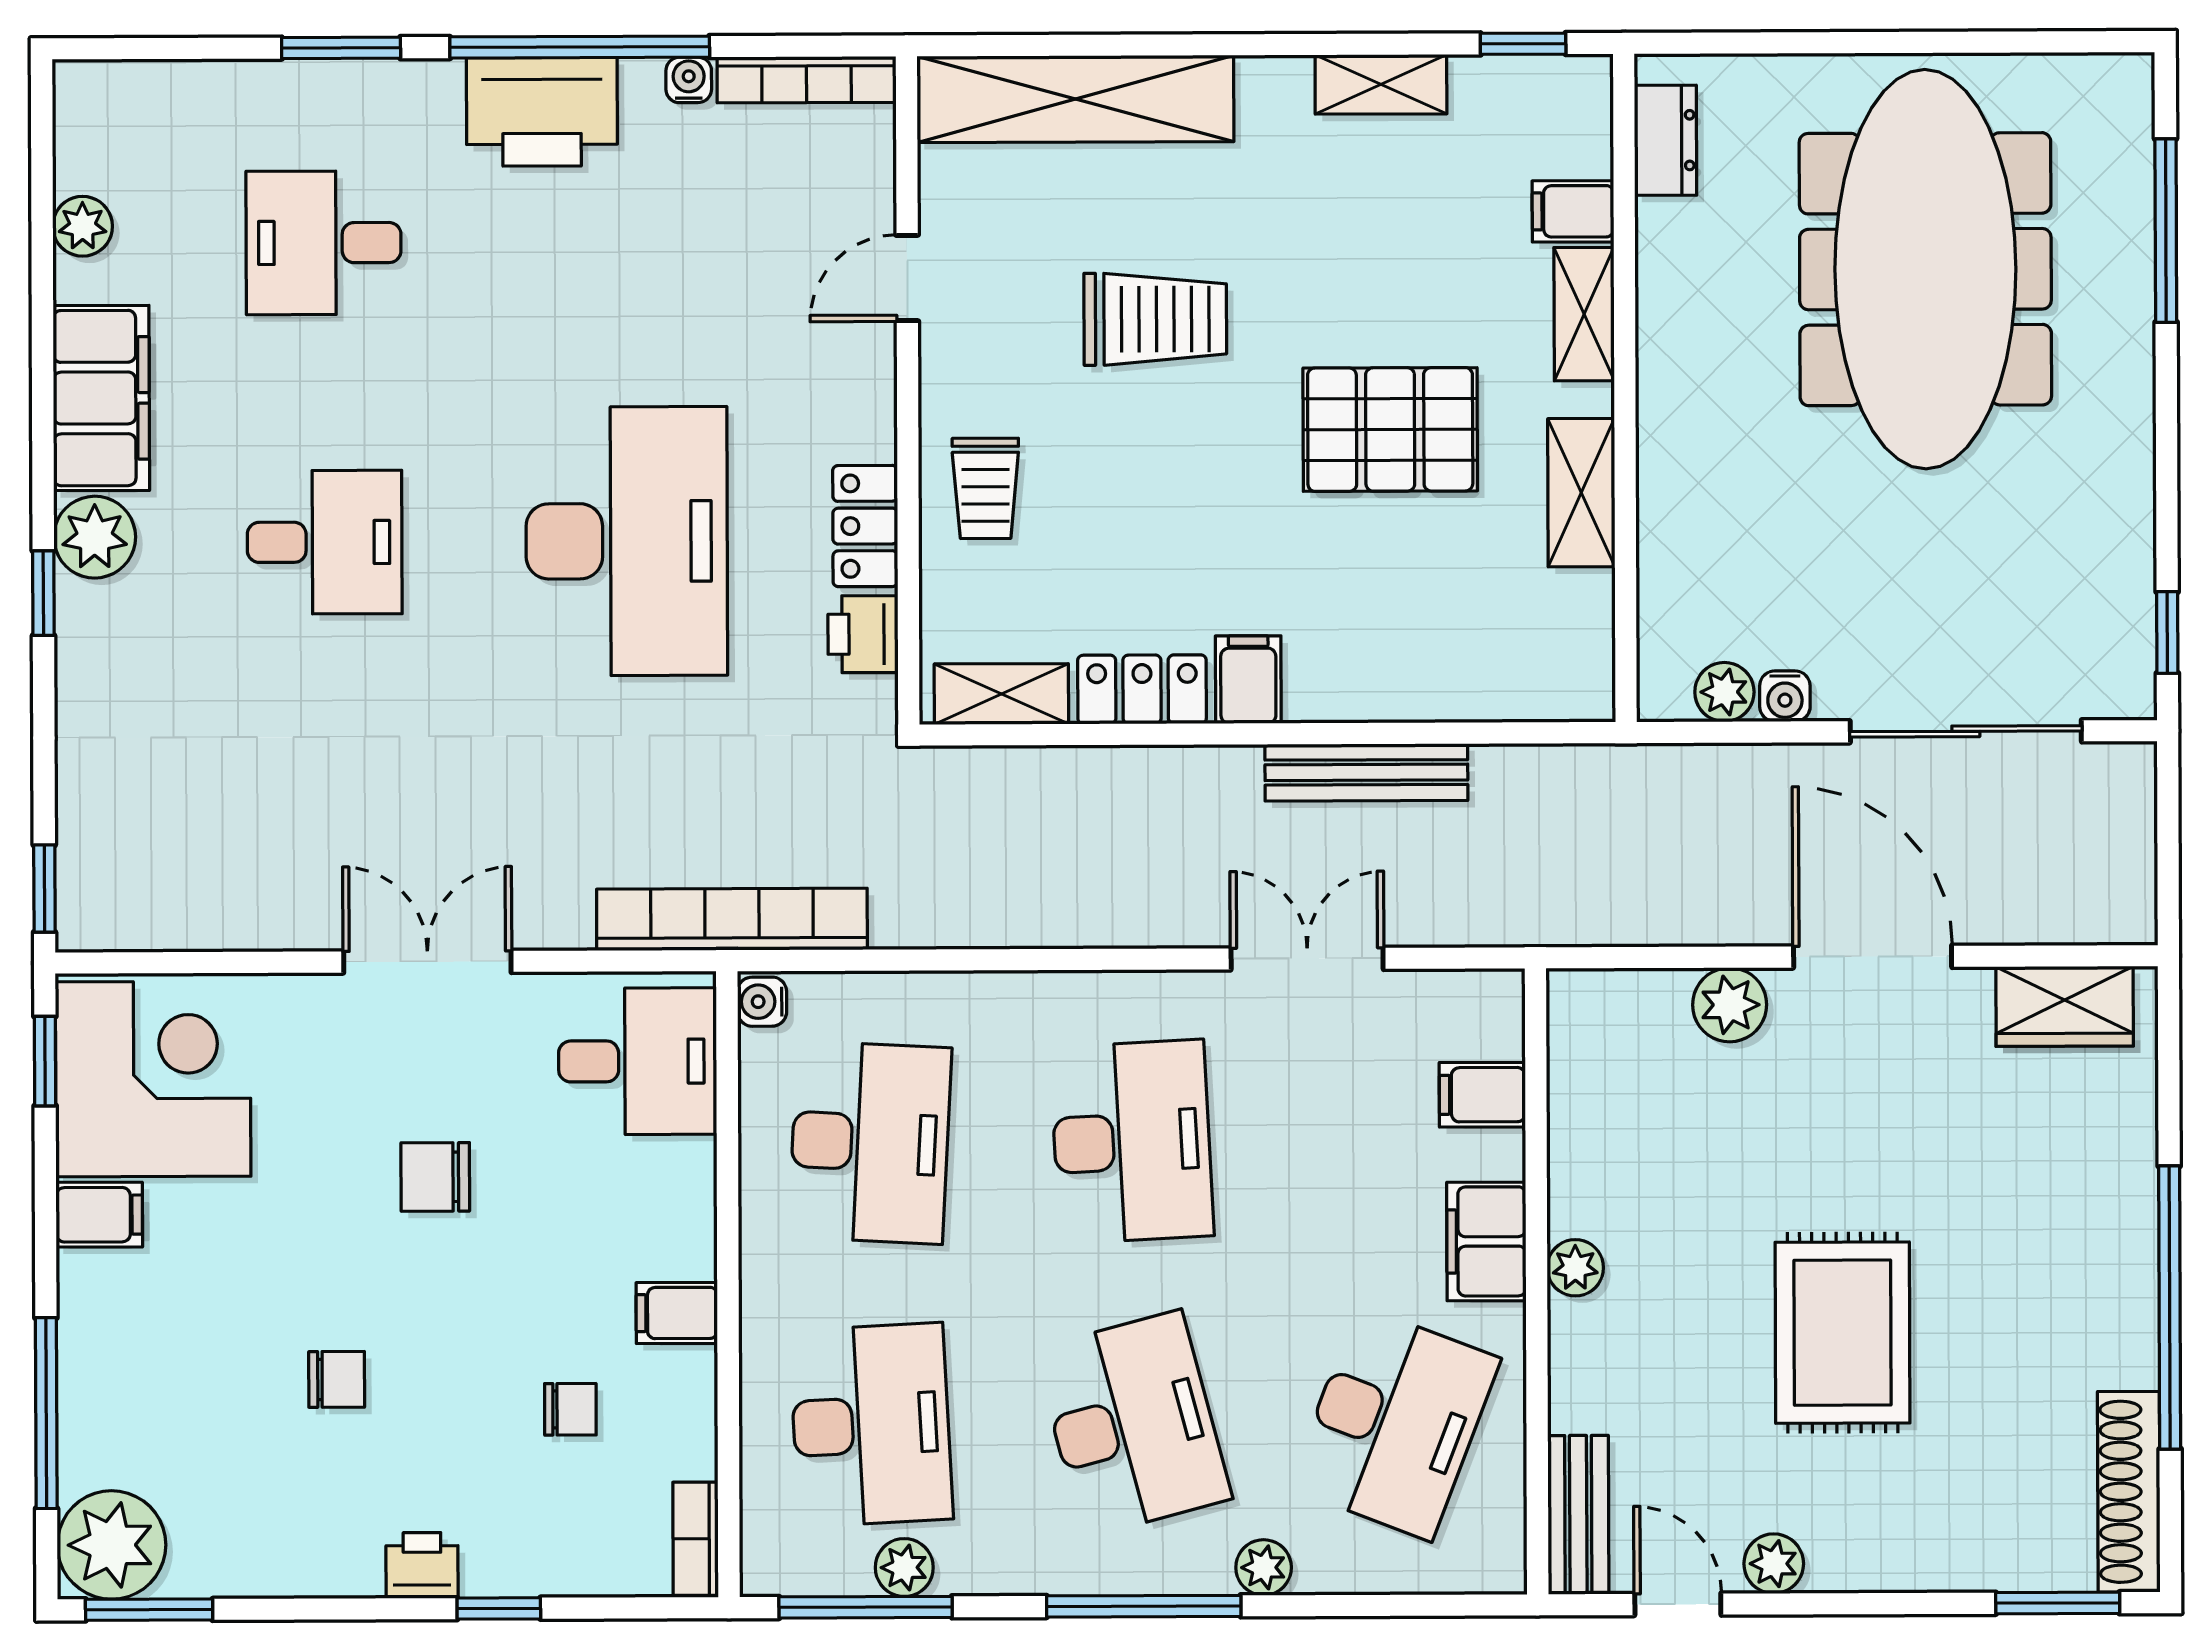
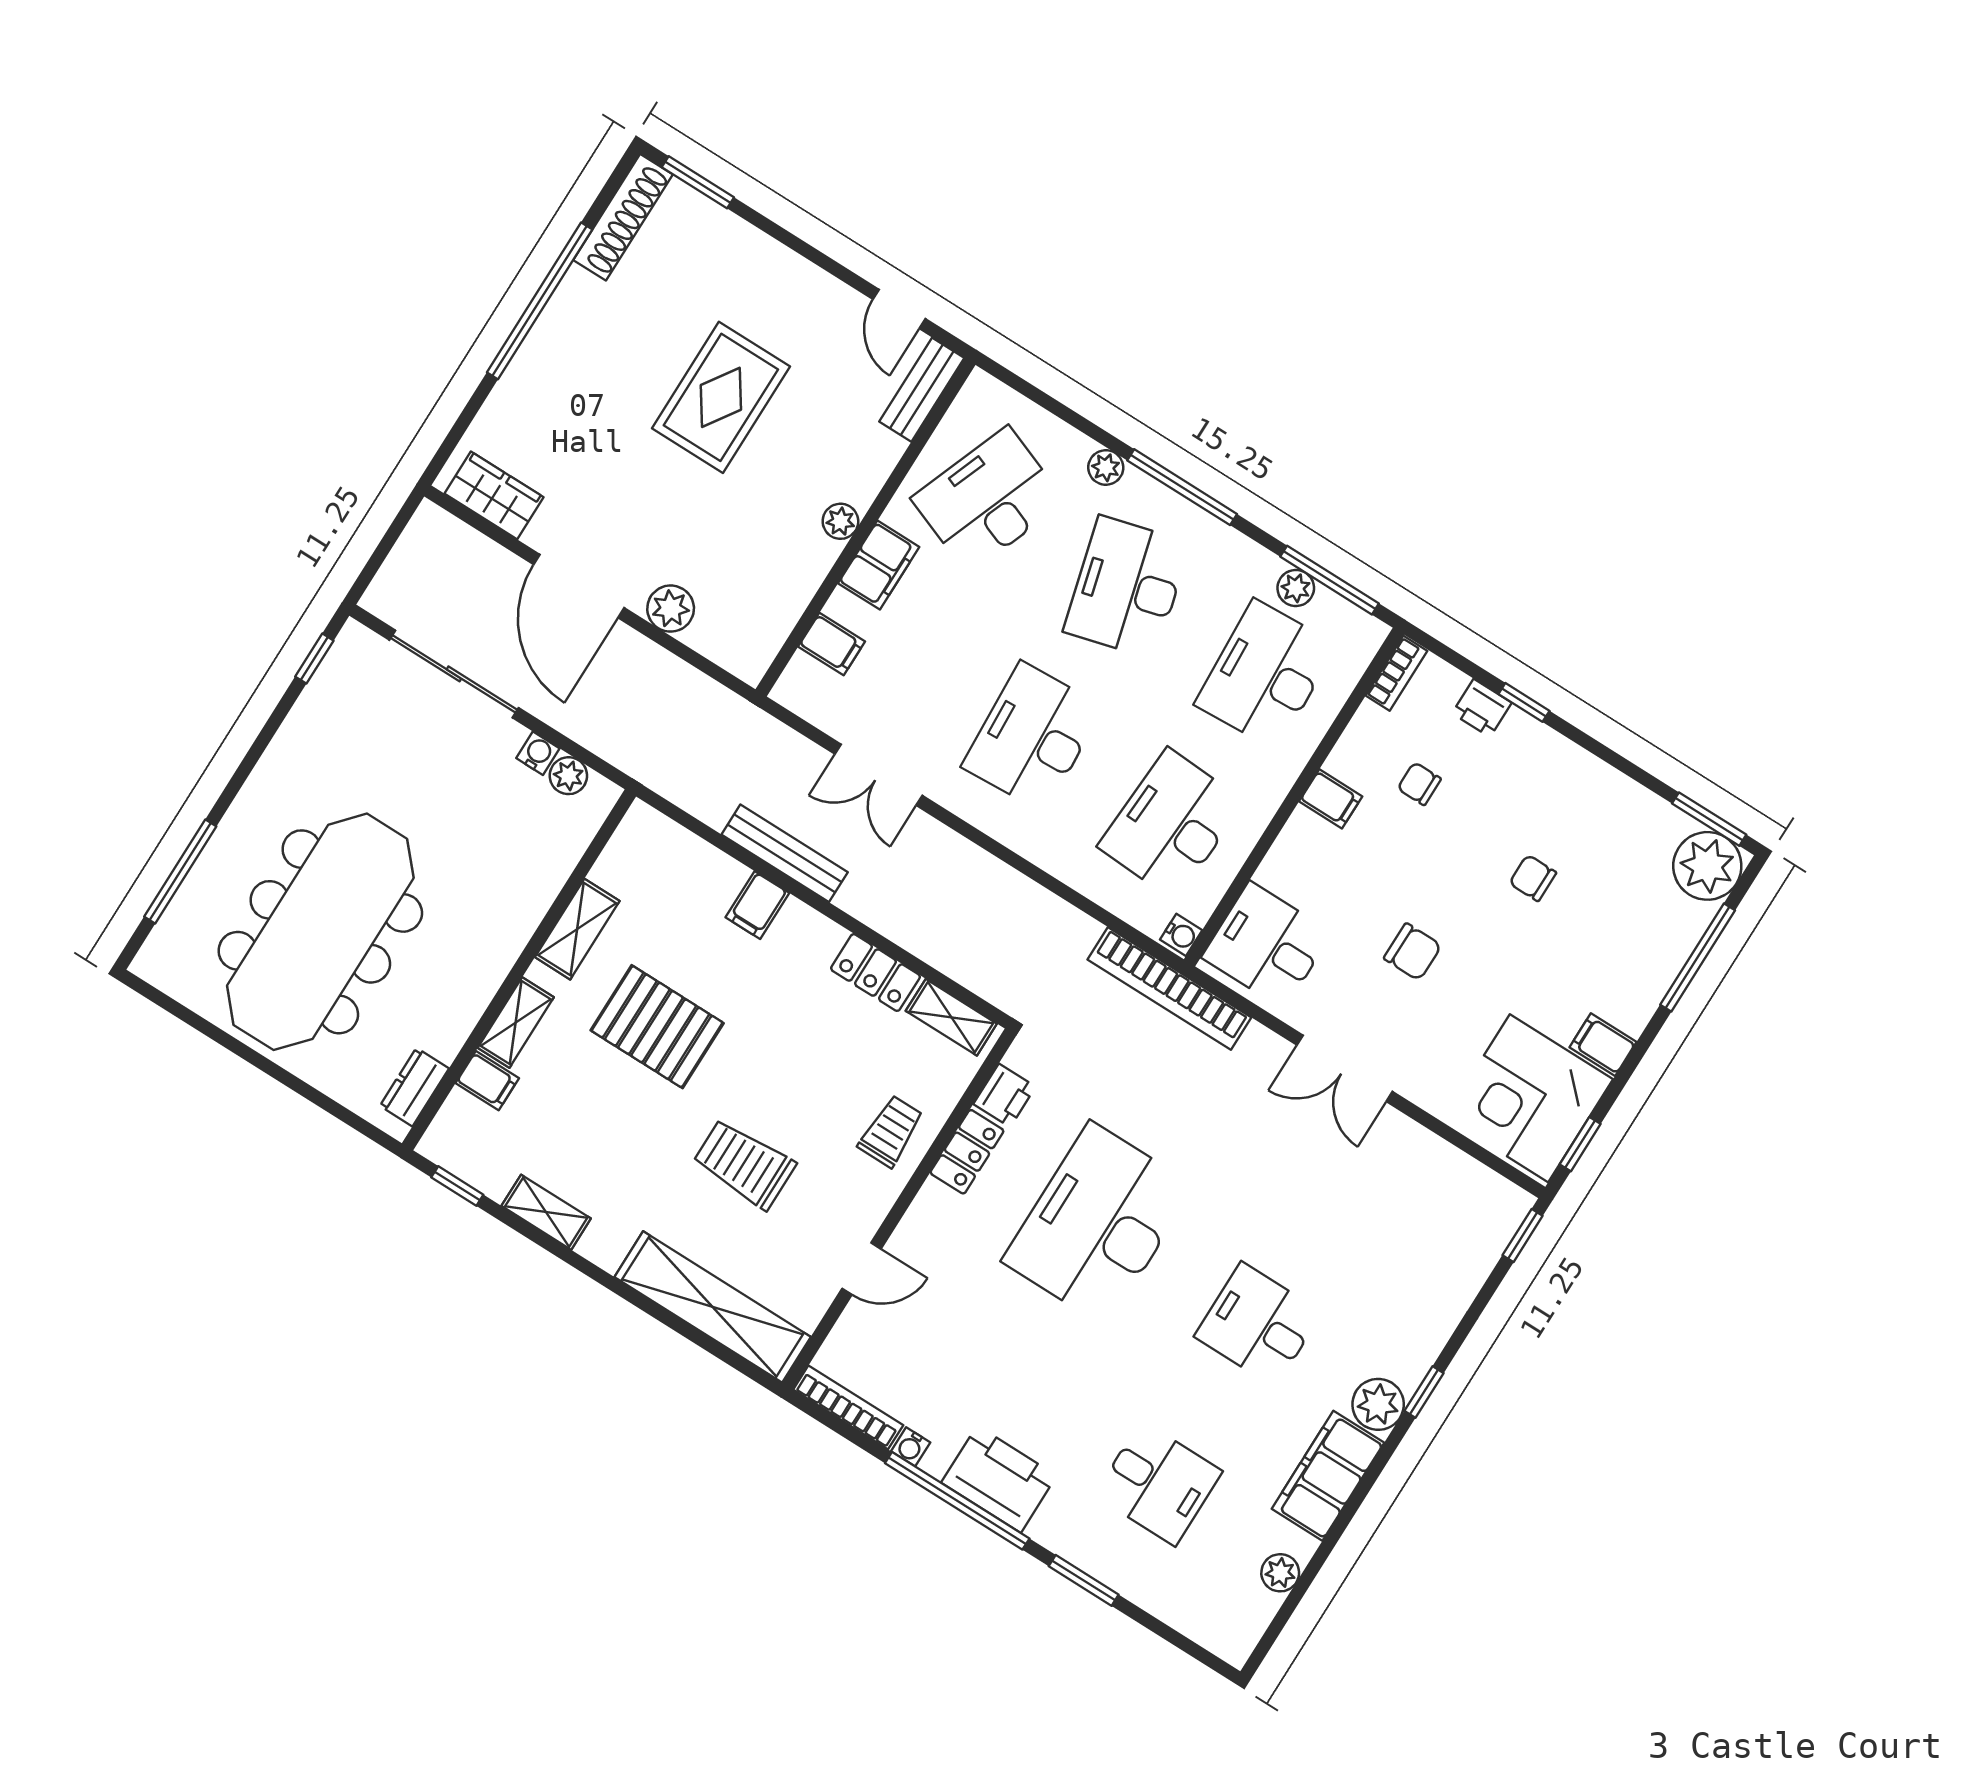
filing cabinet: (1248, 680) -> (757, 905), moved
plant: (1774, 1564) -> (835, 298), removed
printer: (422, 1565) -> (1482, 708), moved

